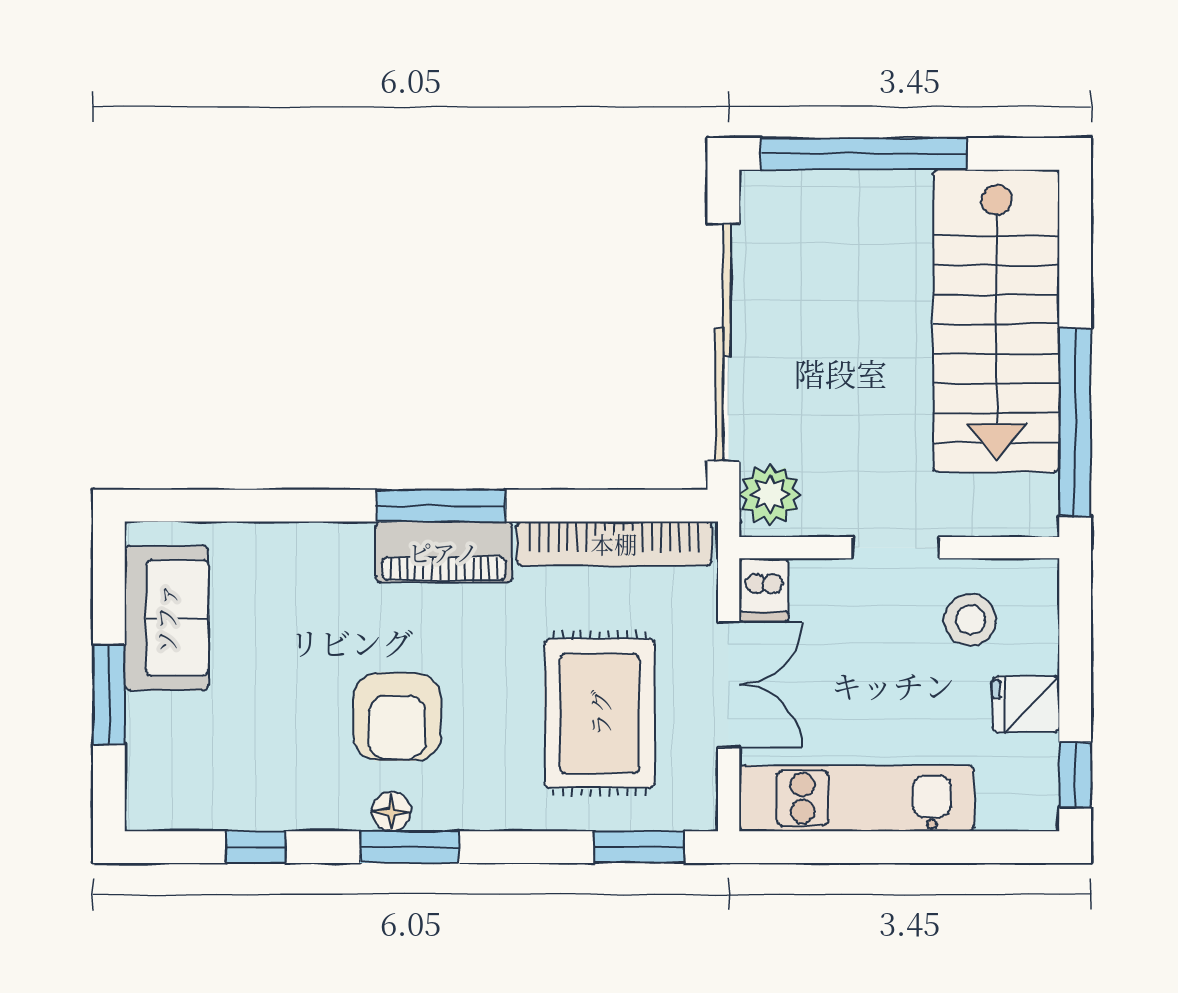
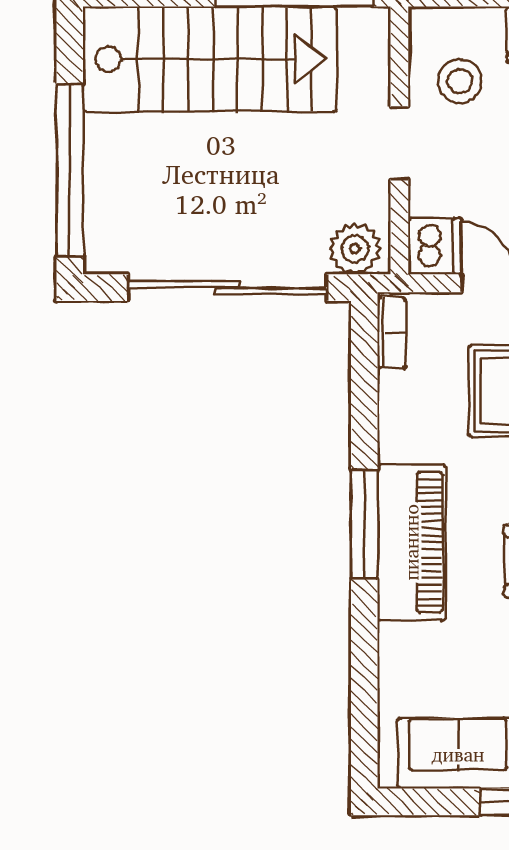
bookcase: (614, 544) -> (392, 333), width x0.43, depth x0.76
piano: (444, 552) -> (411, 542), width x1.37, depth x1.33
dishwasher: (764, 590) -> (435, 246), width x1.38

